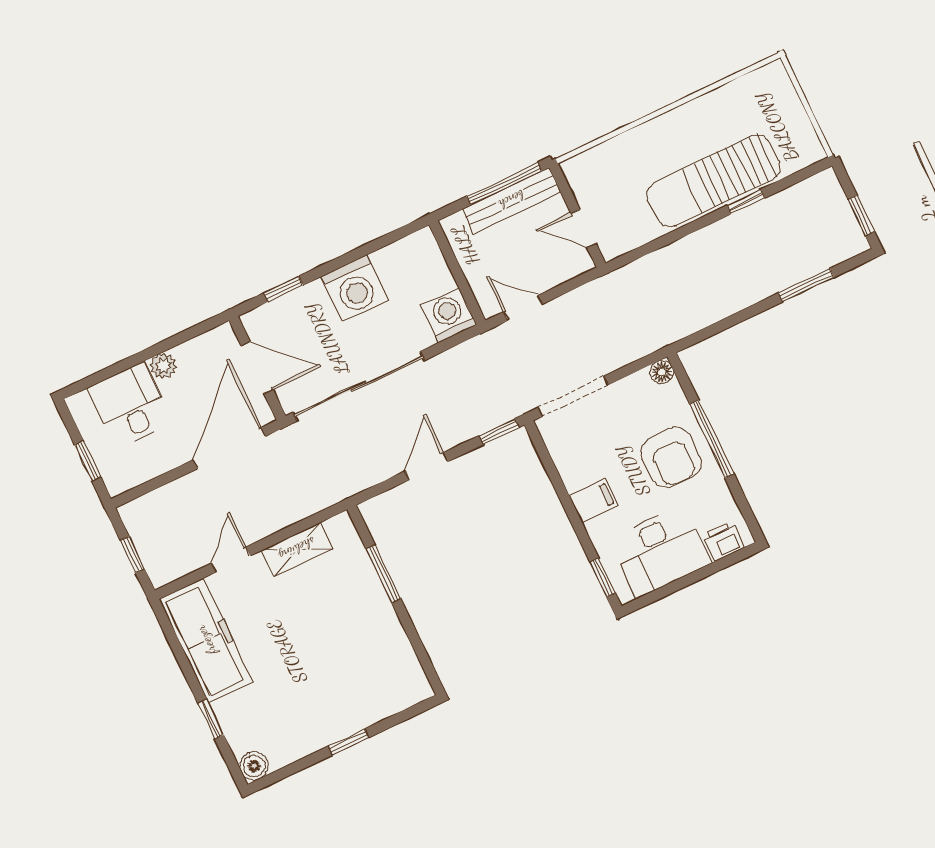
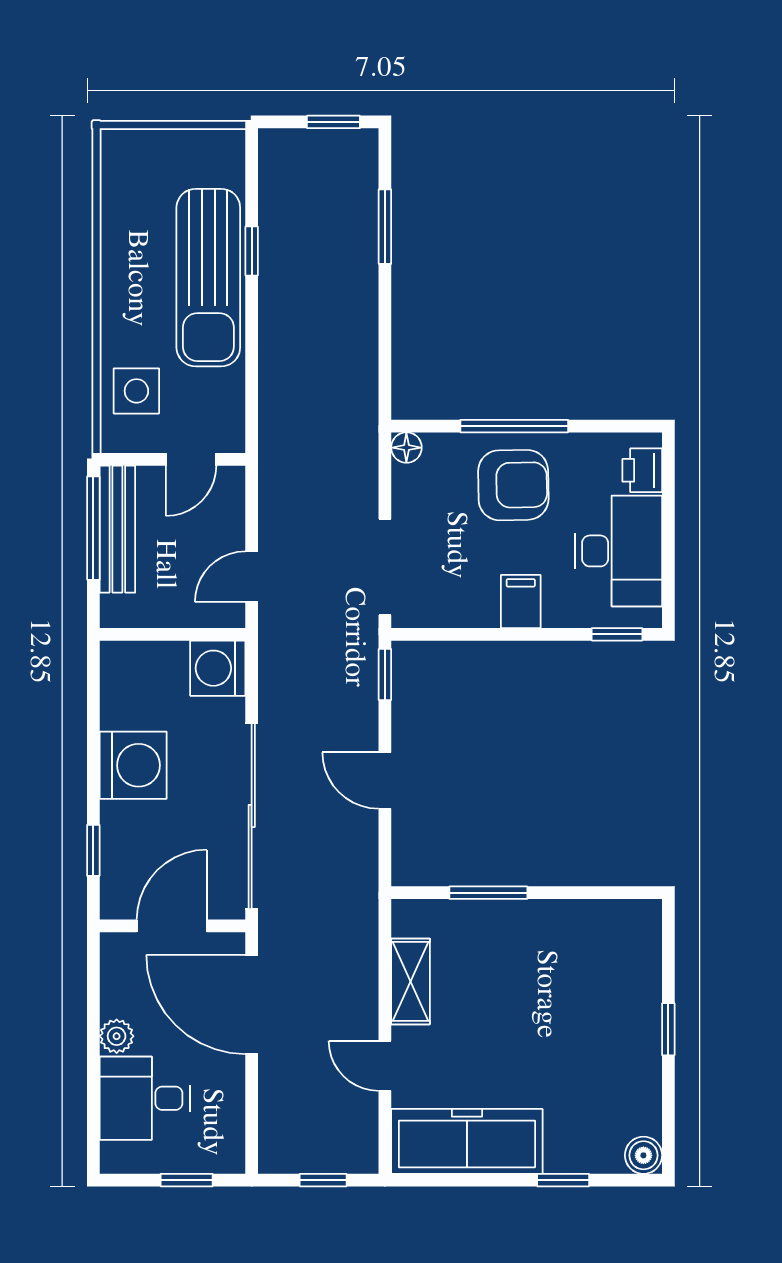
side table: (612, 168) -> (136, 391), added

